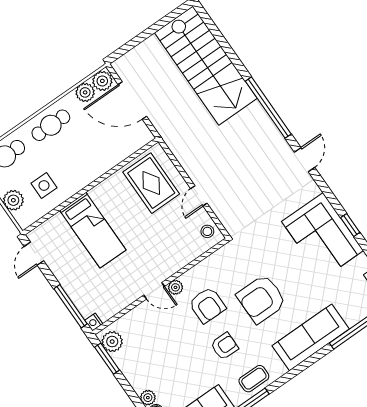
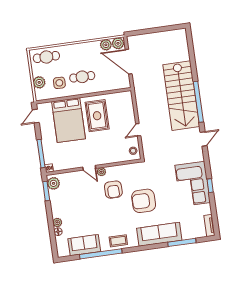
stairs: (206, 66) -> (181, 96), moved
cafe table: (51, 125) -> (82, 77), moved
rug: (151, 183) -> (97, 116), moved
bed: (93, 230) -> (68, 120), width x1.50
armchair: (224, 346) -> (111, 216), removed

